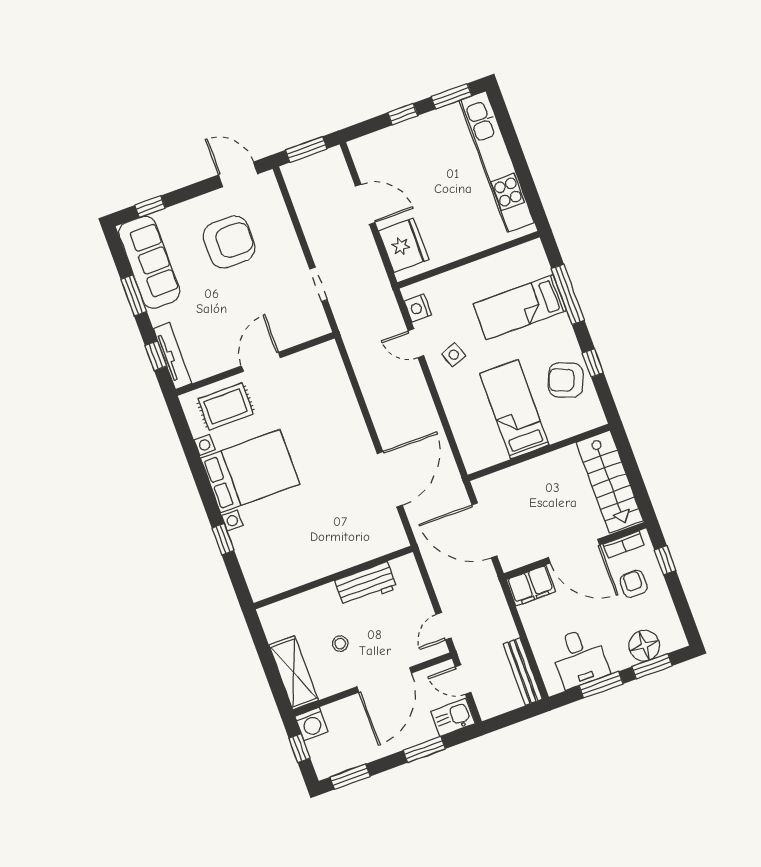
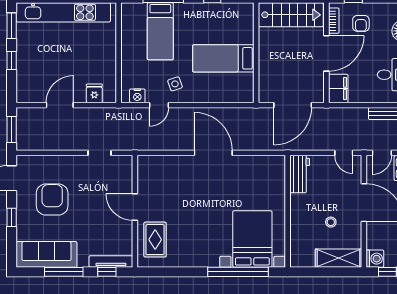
window: (150, 207) -> (12, 217), moved
fridge: (404, 245) -> (94, 93), width x0.53, depth x0.75
window: (134, 295) -> (64, 272), width x1.44
armchair: (566, 380) -> (217, 19), removed
bed with nightstands: (250, 471) -> (252, 239), moved
door: (390, 479) -> (213, 153), moved
window: (223, 539) -> (238, 272), width x3.17
armchair: (634, 584) -> (361, 23), turned -90
workbench: (366, 585) -> (300, 174), moved

